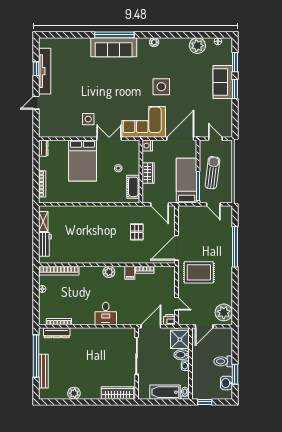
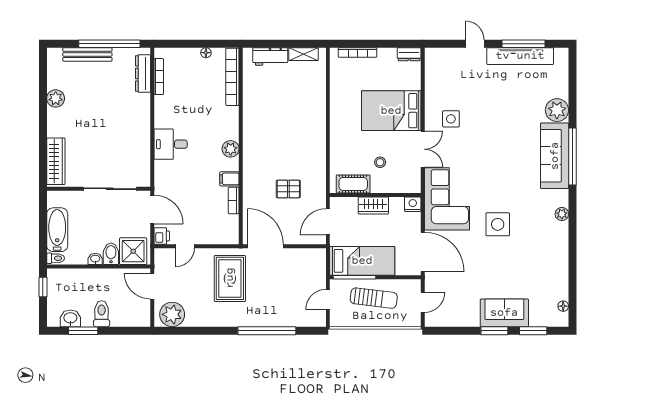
plant: (197, 46) -> (557, 110), moved
window: (36, 69) -> (524, 44), width x2.17

